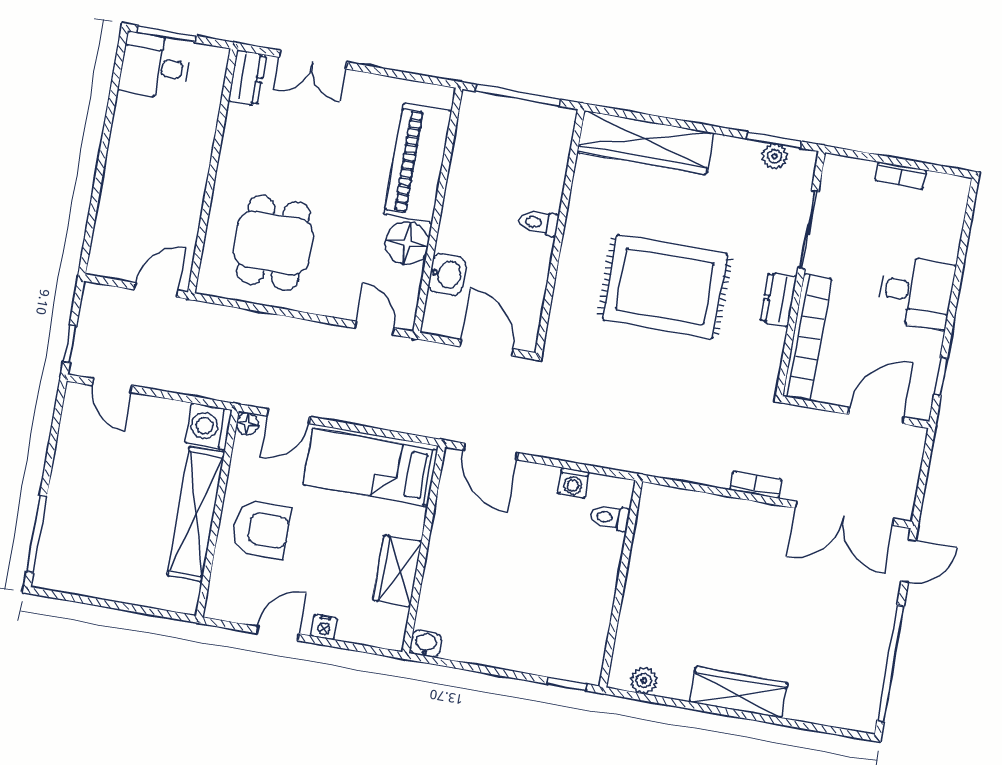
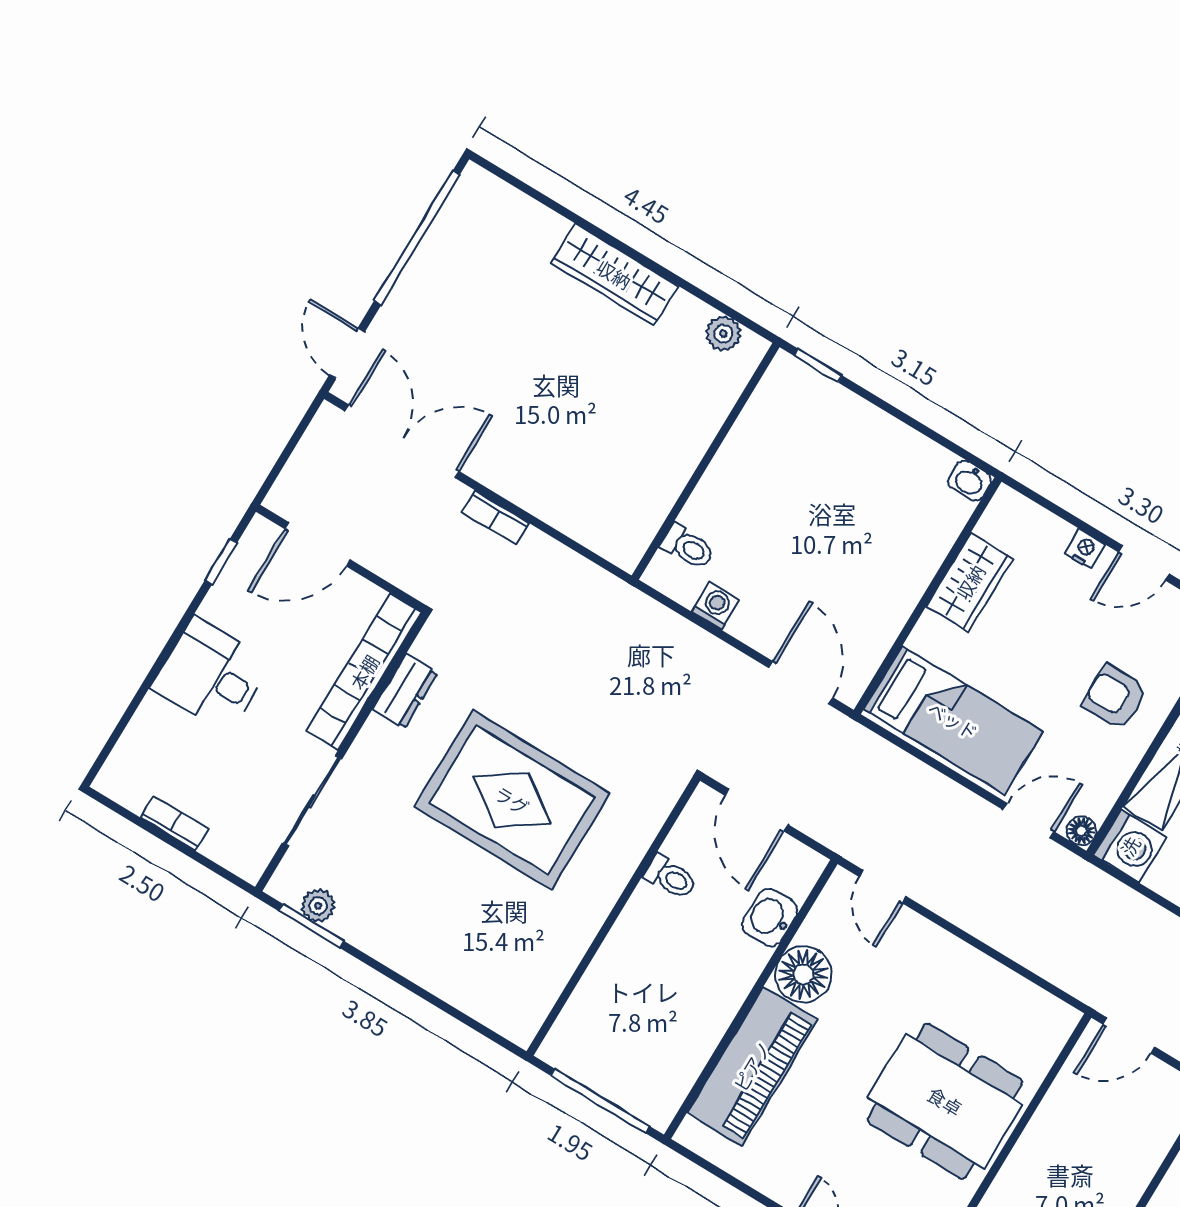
wardrobe: (645, 142) -> (468, 984), removed
toilet: (539, 223) -> (671, 877), moved
dining table: (273, 243) -> (945, 1101), moved, width x1.37
dresser: (778, 299) -> (405, 691), moved
armchair: (261, 529) -> (1115, 697), width x0.72, depth x0.72
door: (908, 561) -> (347, 353), hinge flipped

